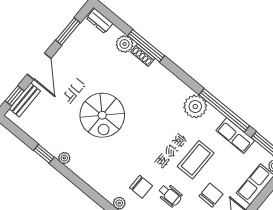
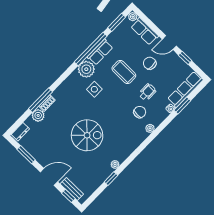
side table: (168, 120) -> (94, 89), added
row of seats: (235, 136) -> (100, 52), moved

